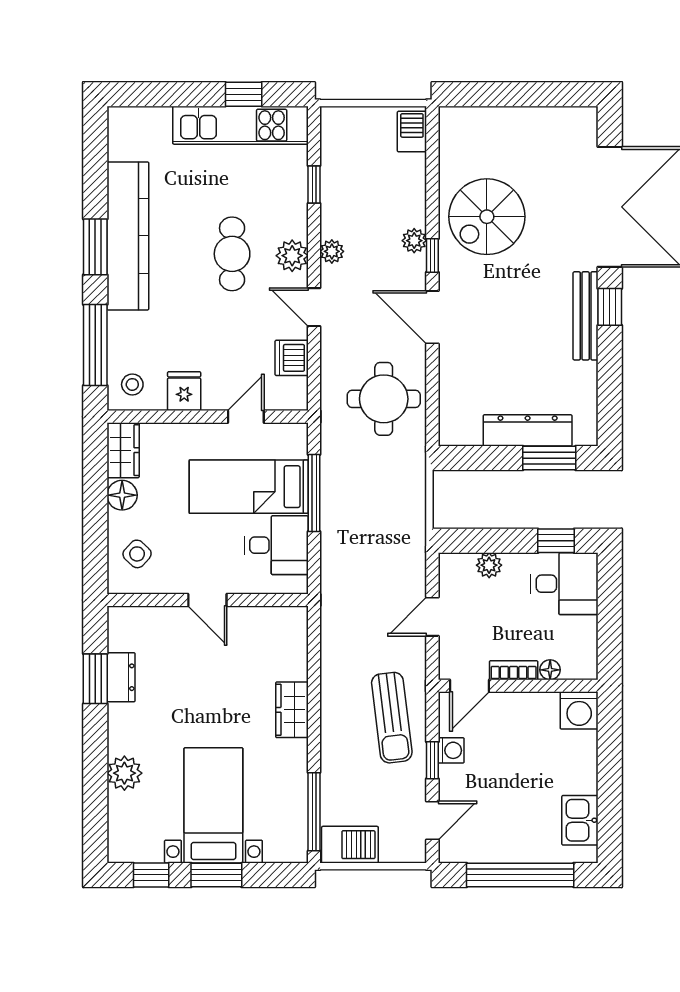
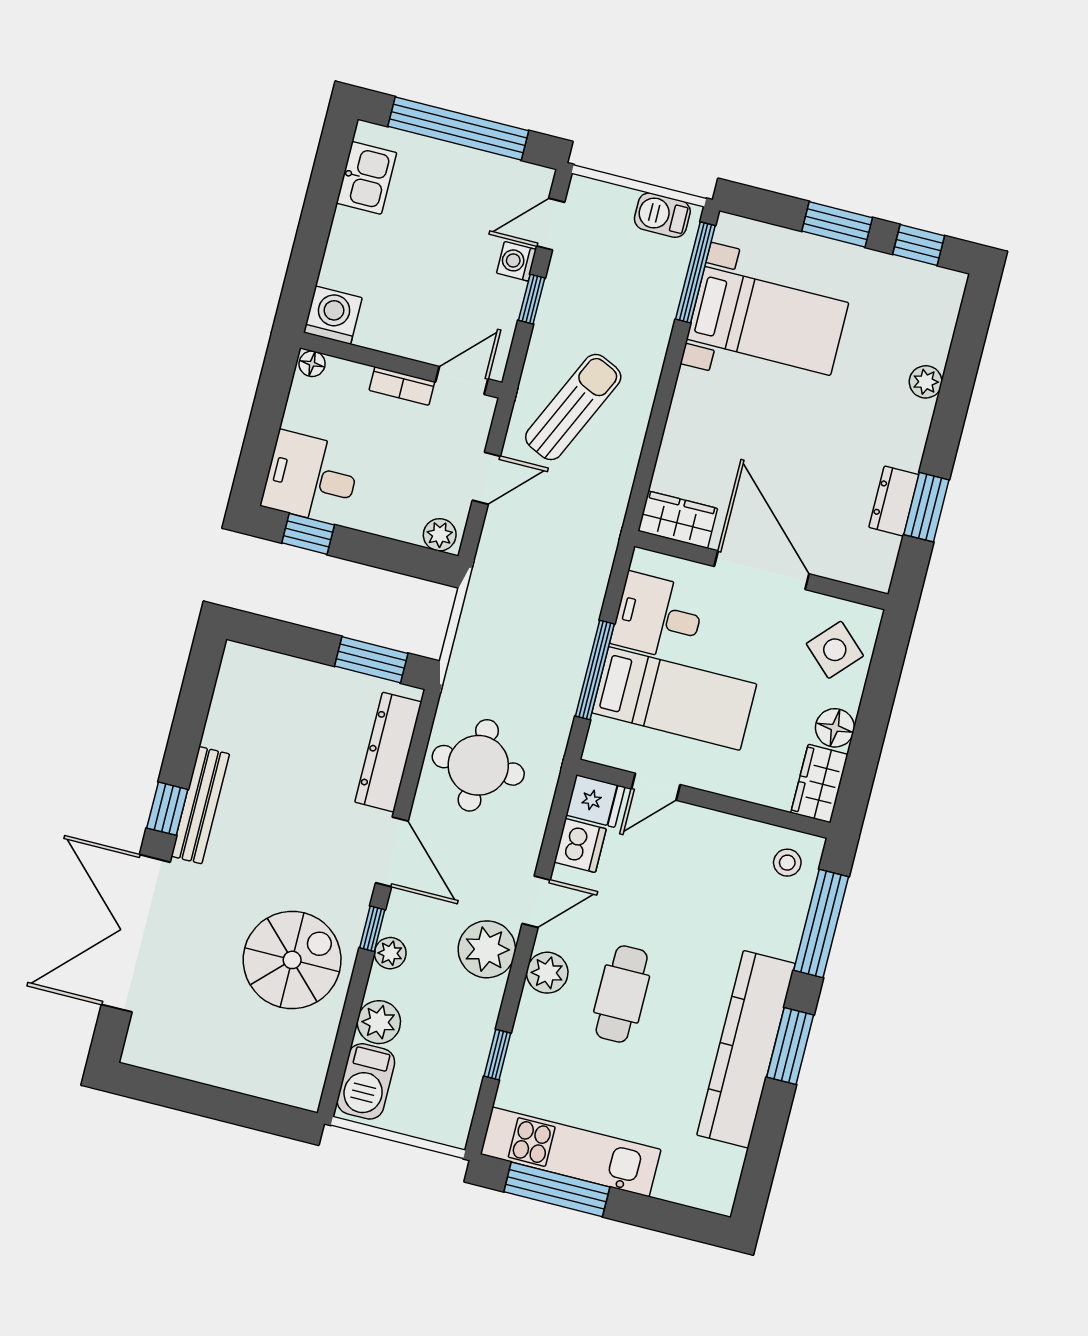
window: (244, 94) -> (557, 1189), width x2.17
barbecue: (412, 132) -> (366, 1081), width x1.38, depth x1.27
plant: (410, 186) -> (379, 1022), added
plant: (332, 251) -> (487, 949), width x1.88, depth x1.88
door: (314, 307) -> (536, 902), hinge flipped
fridge: (184, 391) -> (595, 801), moved, turned -90
dresser: (528, 430) -> (388, 752), moved, turned 90
window: (549, 458) -> (371, 660), moved
side table: (137, 554) -> (835, 650), width x1.37, depth x1.37
plant: (489, 565) -> (440, 535), moved
door: (207, 600) -> (762, 570), width x1.87
floor lamp: (550, 670) -> (312, 364), moved
wardrobe: (292, 710) -> (678, 520), moved, turned -90
sun lounger: (392, 718) -> (573, 407), moved, turned 32
washing machine: (451, 750) -> (516, 261), moved
plant: (124, 773) -> (926, 382), width x0.73, depth x0.73
bed with nightstands: (213, 805) -> (768, 321), moved, turned -90
barbecue: (350, 845) -> (662, 215), width x0.73, depth x0.79

